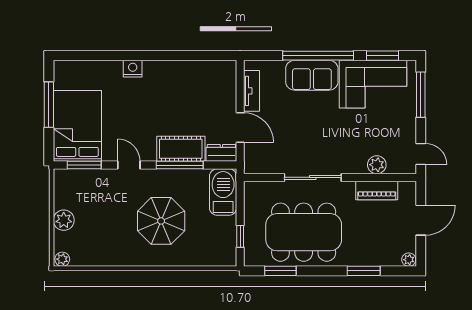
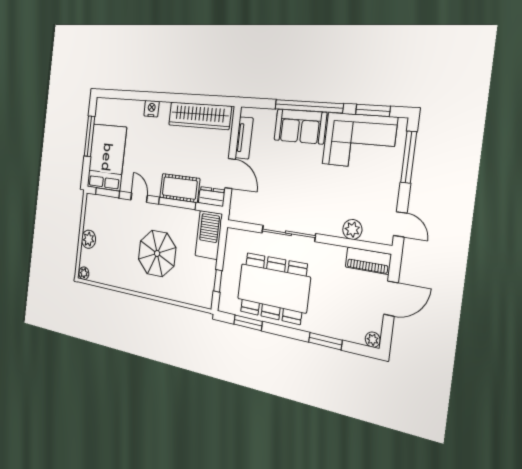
wardrobe: (196, 72) -> (200, 116), added
piano: (377, 190) -> (368, 261), moved

